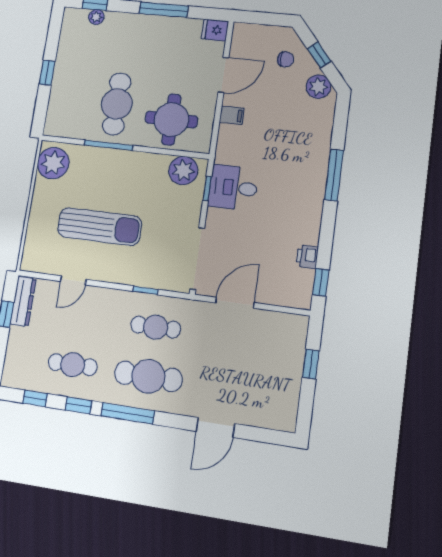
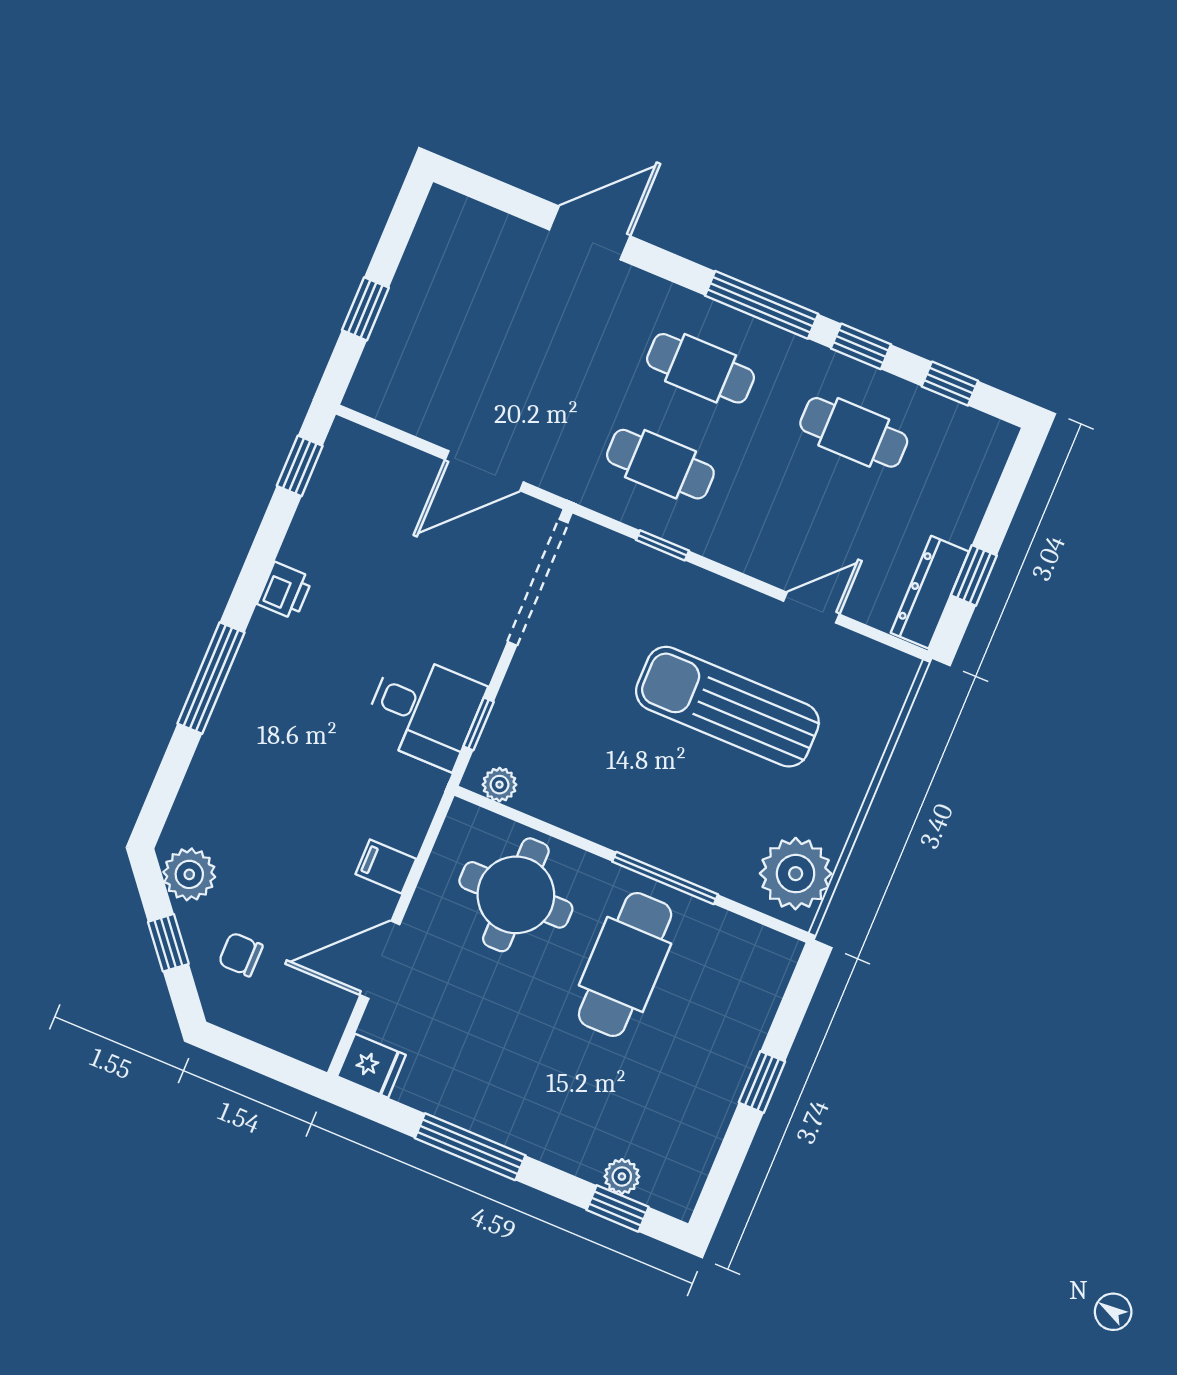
plant: (183, 170) -> (500, 785), width x0.53, depth x0.53
printer: (307, 257) -> (285, 591), moved
cafe table: (148, 376) -> (701, 368), width x0.73, depth x0.74

